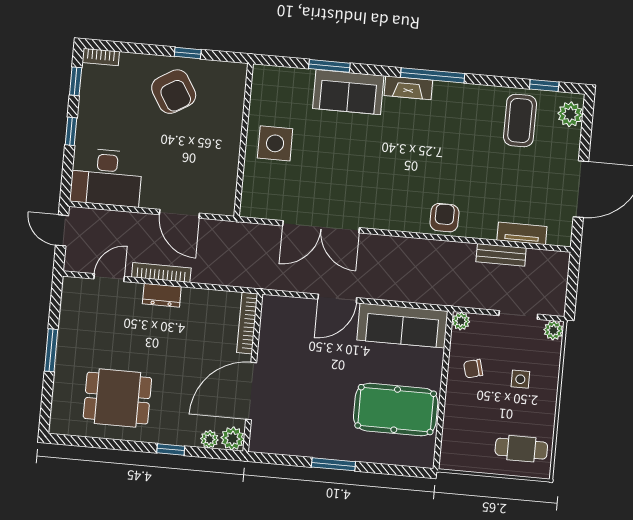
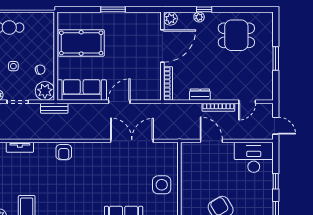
bench: (501, 255) -> (54, 108), moved
dresser: (162, 295) -> (200, 95), moved
plant: (461, 321) -> (45, 91), width x1.87, depth x1.87
plant: (209, 439) -> (199, 17), moved

